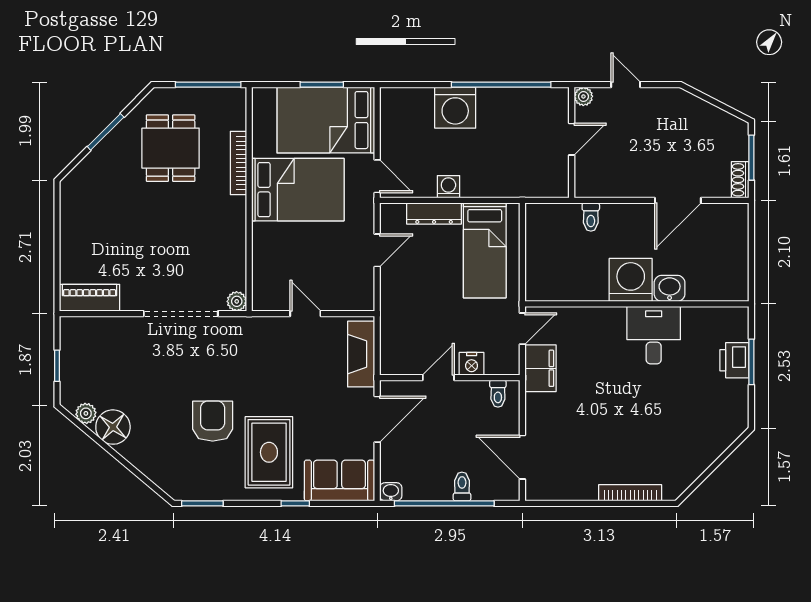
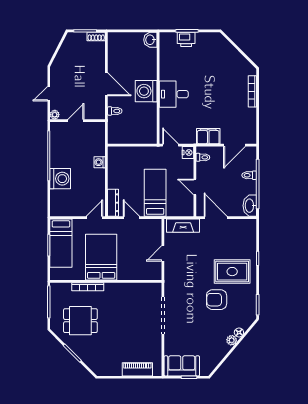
bed: (326, 120) -> (61, 243), width x0.67
door: (572, 139) -> (76, 121), hinge flipped
washing machine: (448, 187) -> (100, 162), moved
door: (678, 200) -> (106, 84), moved
dresser: (434, 214) -> (113, 203), moved
bed: (485, 250) -> (155, 193), moved, turned -90
washbasin: (670, 288) -> (150, 40), moved
piano: (90, 298) -> (137, 369), moved, turned 90
plant: (237, 301) -> (157, 288), removed
desk: (654, 335) -> (174, 94), moved
nightstand: (472, 364) -> (188, 153), moved
filing cabinet: (540, 368) -> (208, 136), moved
plant: (86, 413) -> (232, 340), moved
floor lamp: (113, 427) -> (239, 332), moved, width x0.53, depth x0.53
sofa: (339, 480) -> (182, 366), moved, turned 90
washbasin: (391, 492) -> (250, 206), width x1.91, depth x1.45

